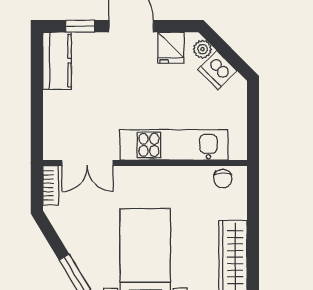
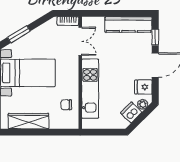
kitchen counter: (57, 61) -> (128, 24), width x1.50
double door: (87, 163) -> (80, 41), swing flipped
chair: (223, 179) -> (66, 105), moved

